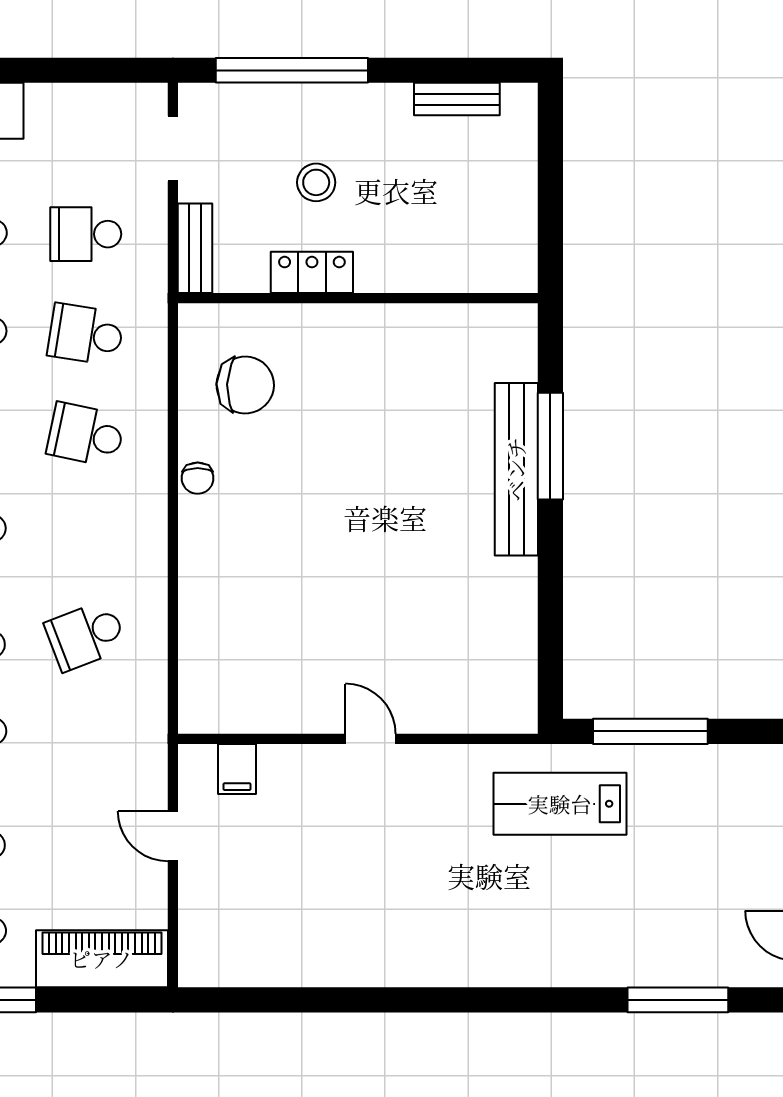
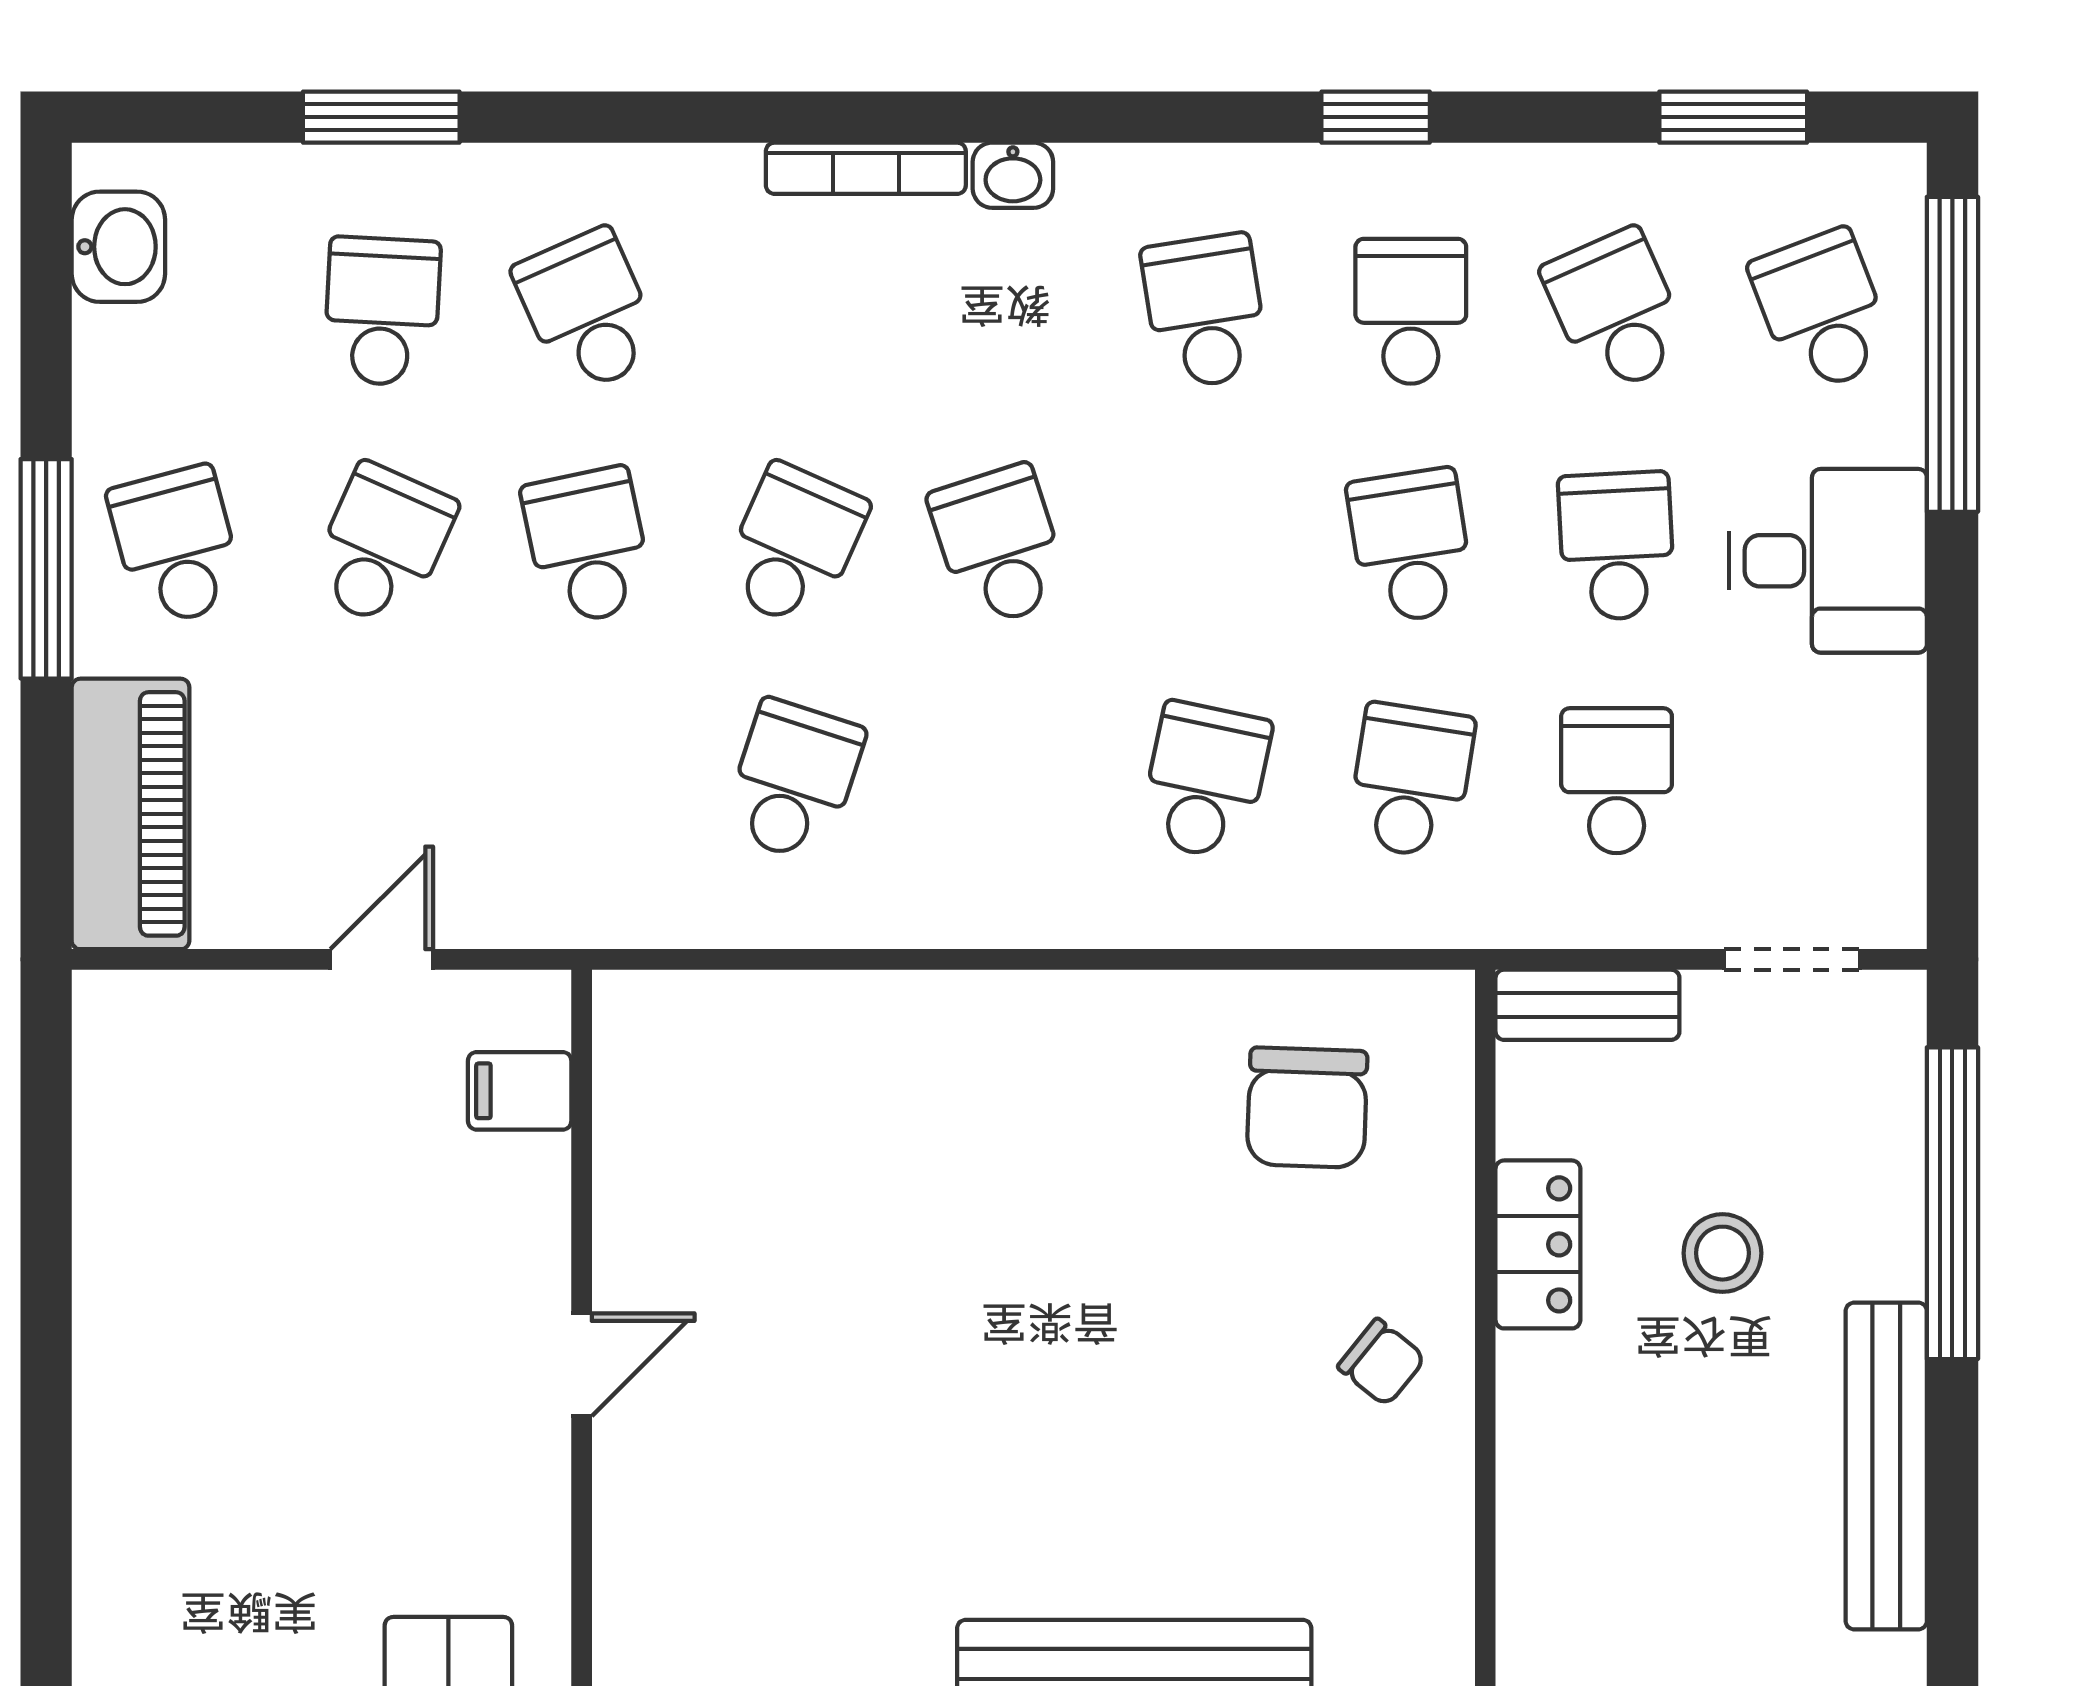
bench: (457, 99) -> (1886, 1466), width x1.86, depth x1.21
chair: (198, 478) -> (1382, 1362), moved, turned -141
school desk: (86, 635) -> (794, 781), turned 39

